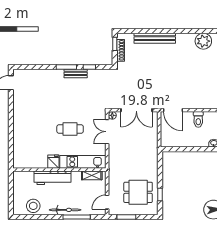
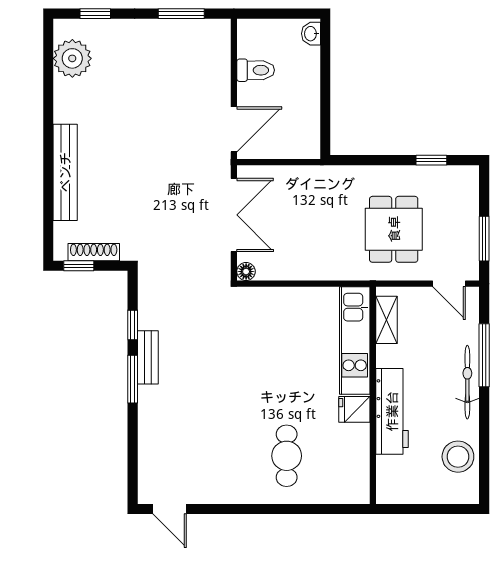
cafe table: (70, 129) -> (287, 456), moved
double door: (107, 132) -> (284, 284), removed
dining table: (138, 192) -> (394, 229), moved

